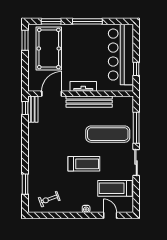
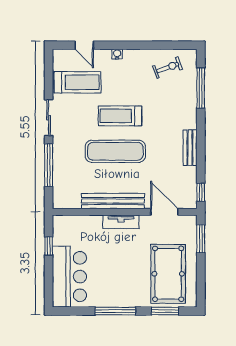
window: (25, 40) -> (201, 239), moved
bar counter: (121, 55) -> (69, 277), width x0.73
door: (52, 94) -> (164, 212), swing flipped
bench: (33, 109) -> (190, 148), moved
exercise mat: (108, 134) -> (115, 151), moved
window: (25, 184) -> (201, 88), width x1.44

